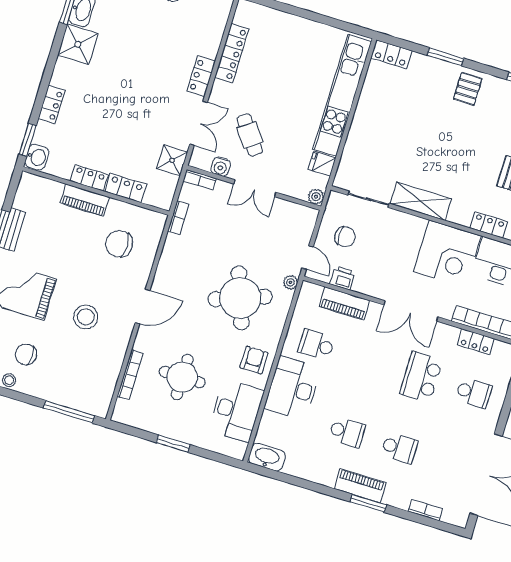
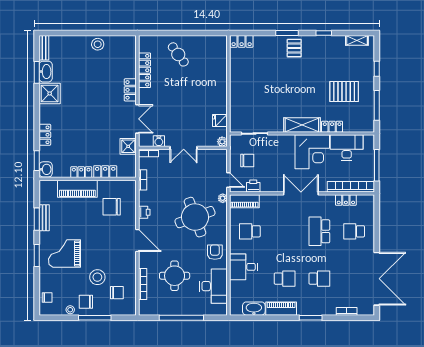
window: (445, 57) -> (287, 33), moved
kitchen unit: (342, 95) -> (219, 75), removed
cafe table: (250, 135) -> (178, 54), moved
piano: (85, 200) -> (77, 189), width x1.37, depth x1.33
shelving: (421, 201) -> (302, 125), moved
printer: (166, 267) -> (144, 212), added
piano: (344, 304) -> (244, 201), moved
door: (142, 307) -> (137, 240), hinge flipped
double door: (411, 311) -> (301, 193), swing flipped
stool: (86, 317) -> (97, 277), moved
chair: (26, 354) -> (86, 302), moved
chair: (87, 376) -> (117, 293), added
desk: (293, 388) -> (243, 267), width x0.73
school desk: (474, 393) -> (354, 231), turned 180
window: (69, 412) -> (95, 318), moved
window: (173, 444) -> (181, 318), width x2.11
washbasin: (267, 457) -> (254, 309), moved
piano: (360, 486) -> (281, 309), moved

